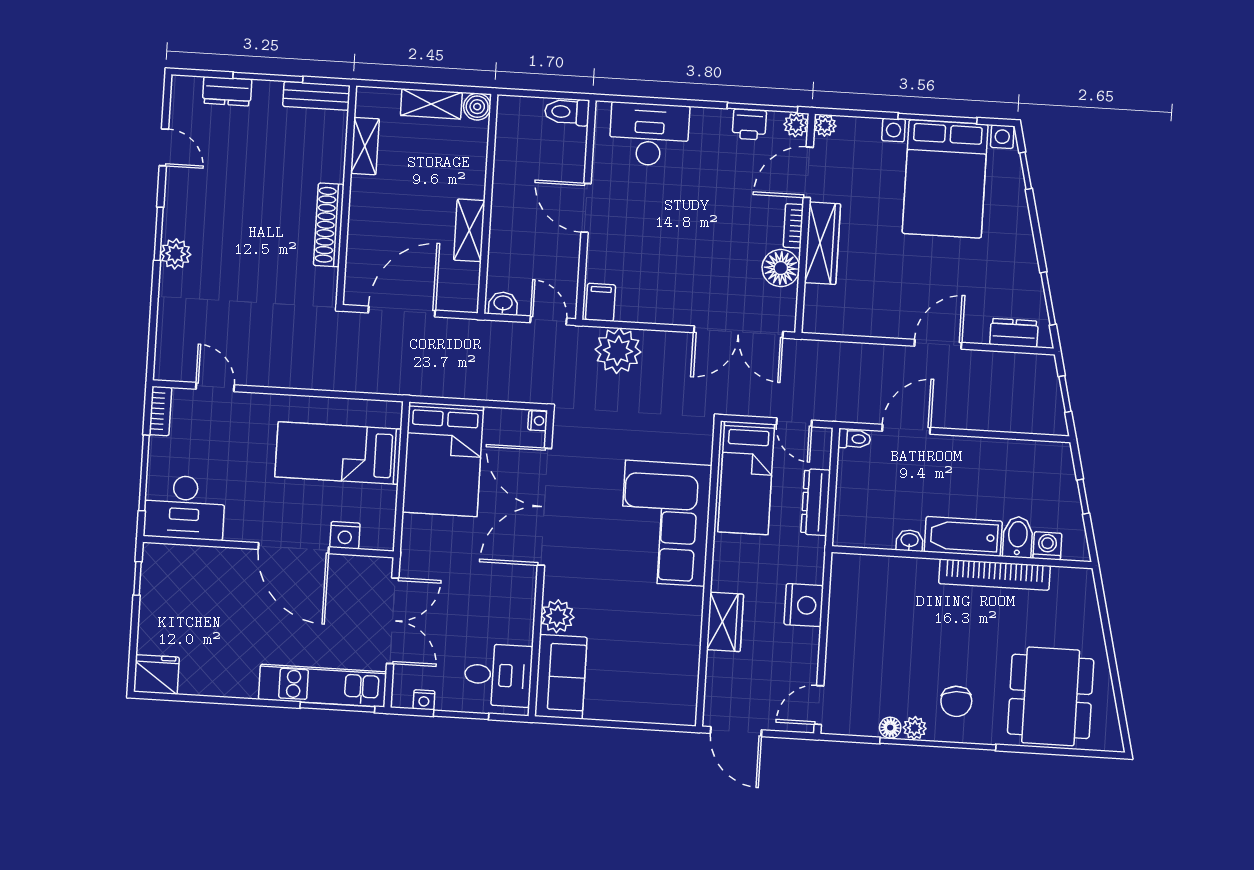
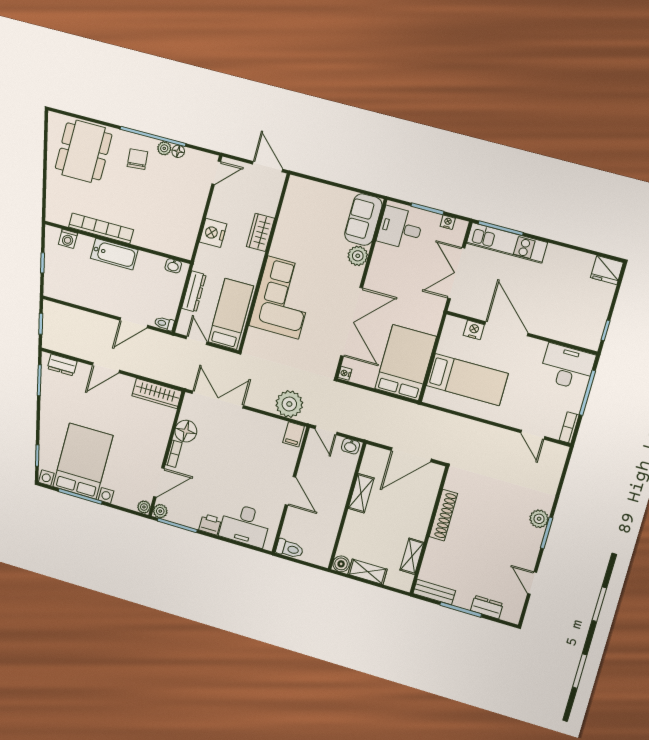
printer: (749, 125) -> (210, 524), moved
wardrobe: (822, 243) -> (157, 393), moved, turned -90
bidet: (1018, 537) -> (84, 247), removed
washbasin: (910, 541) -> (173, 266), moved

